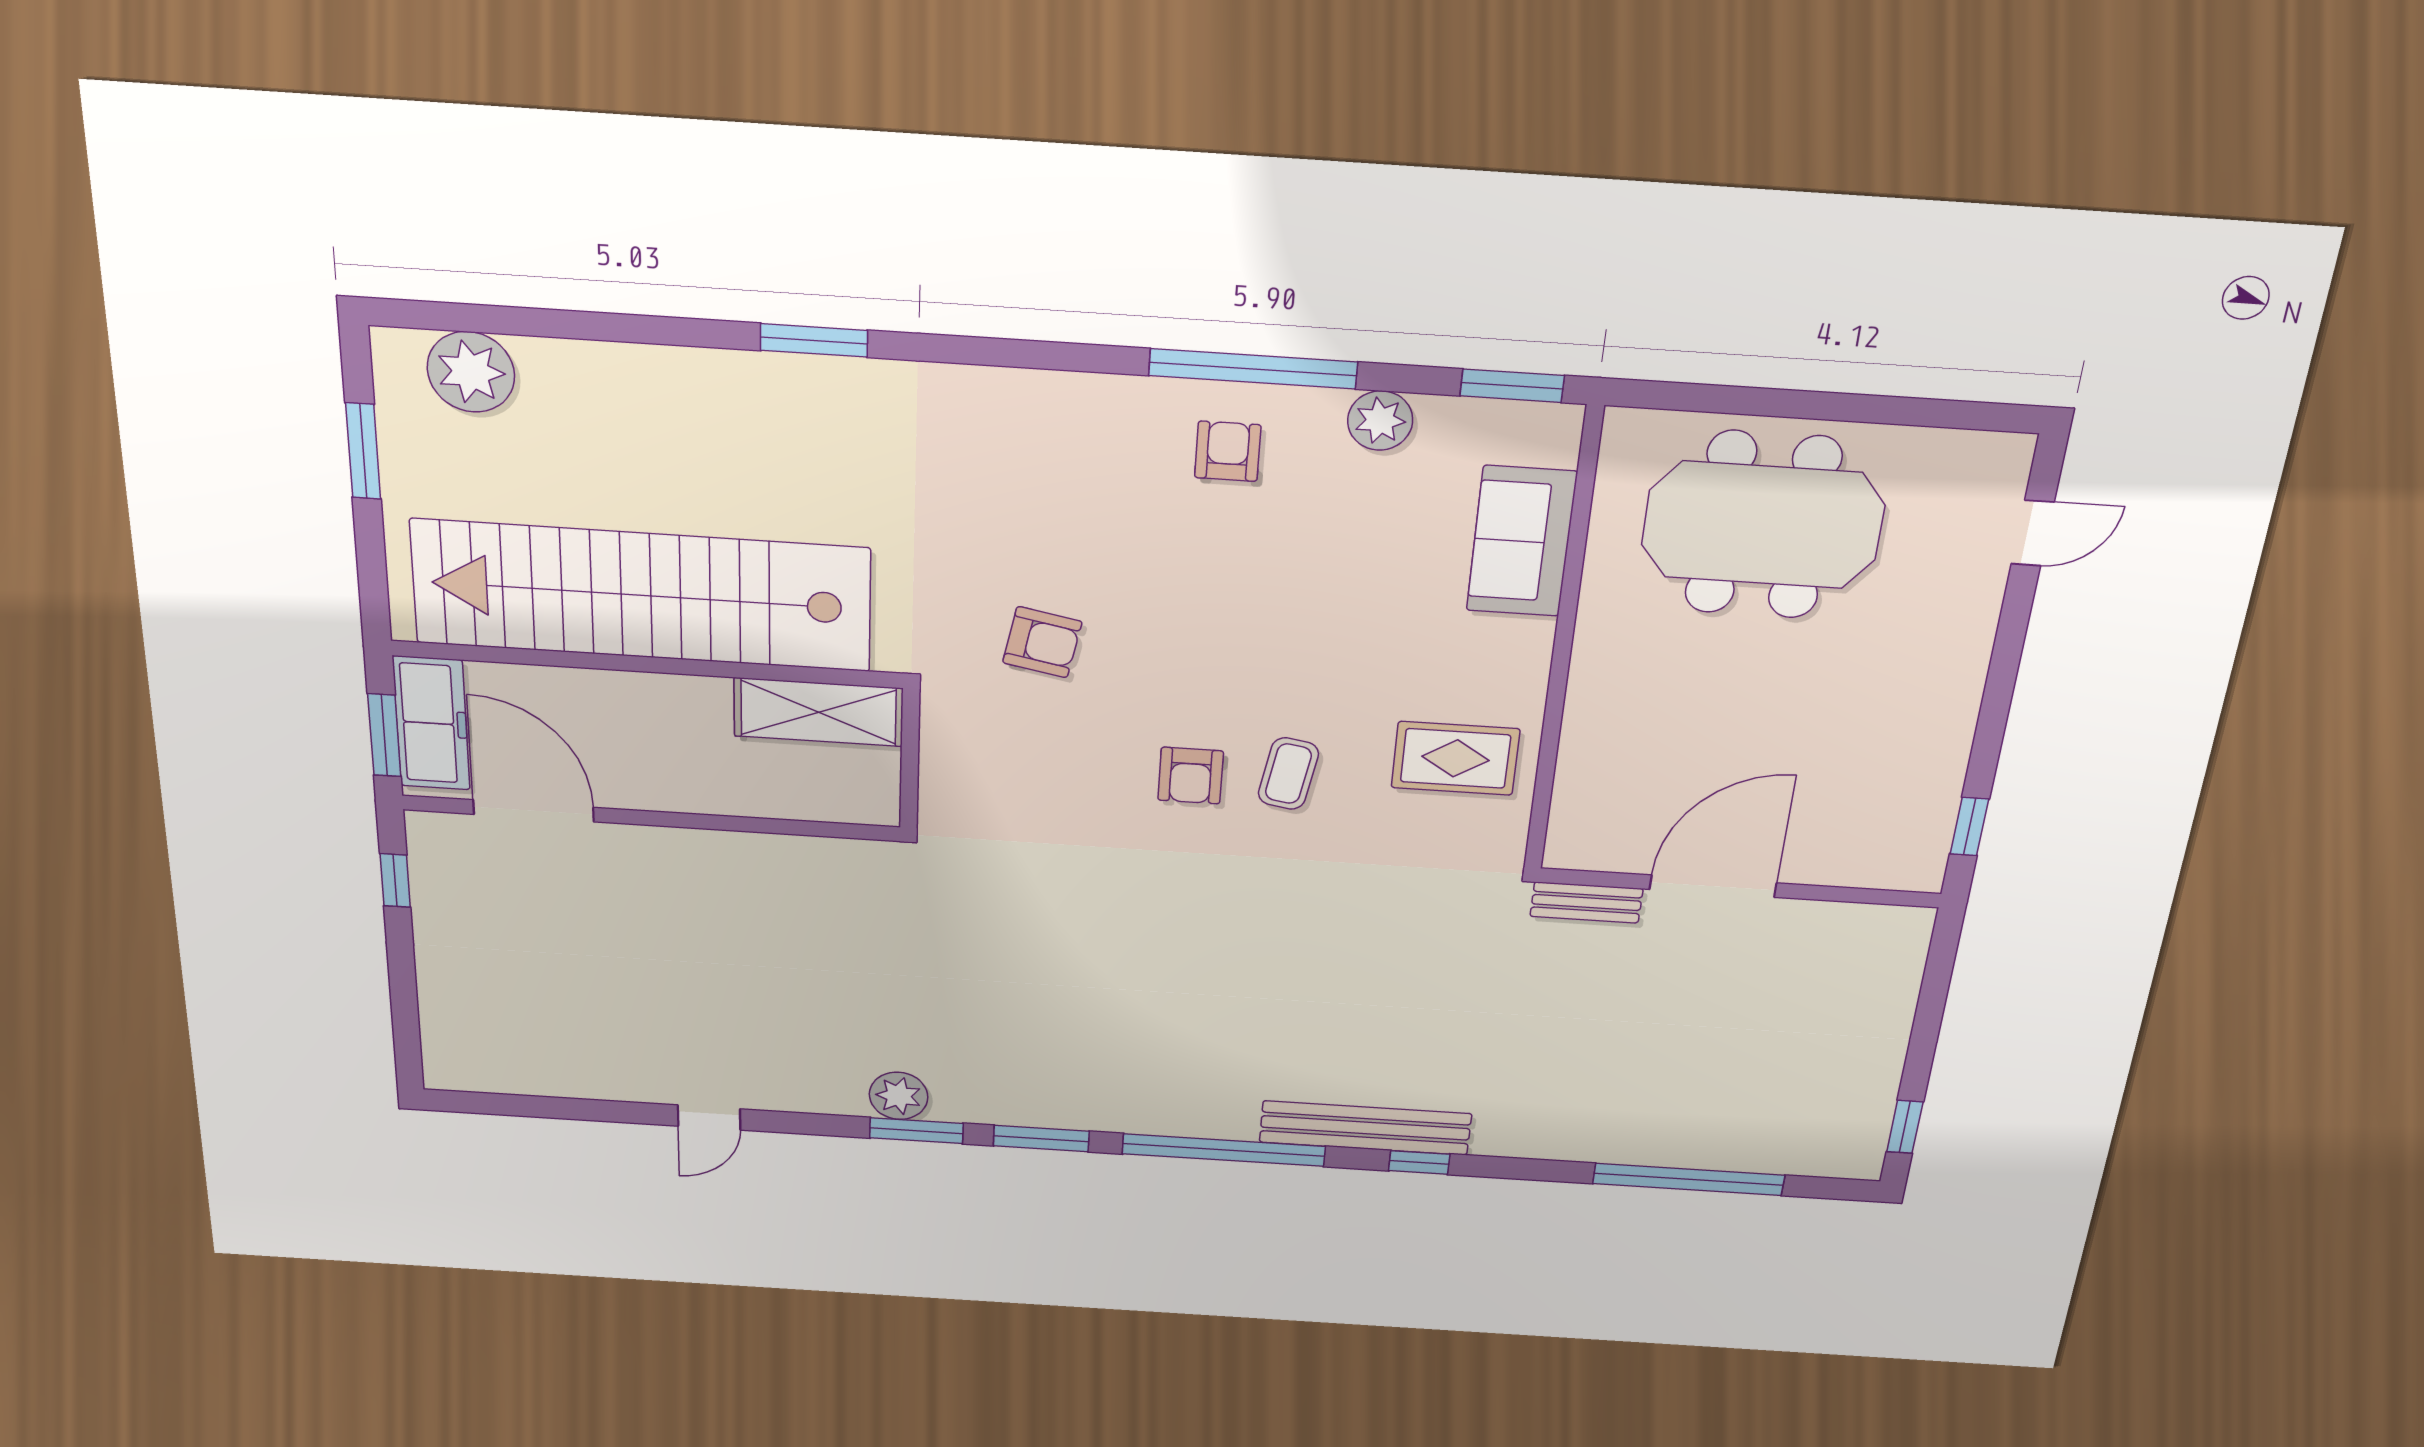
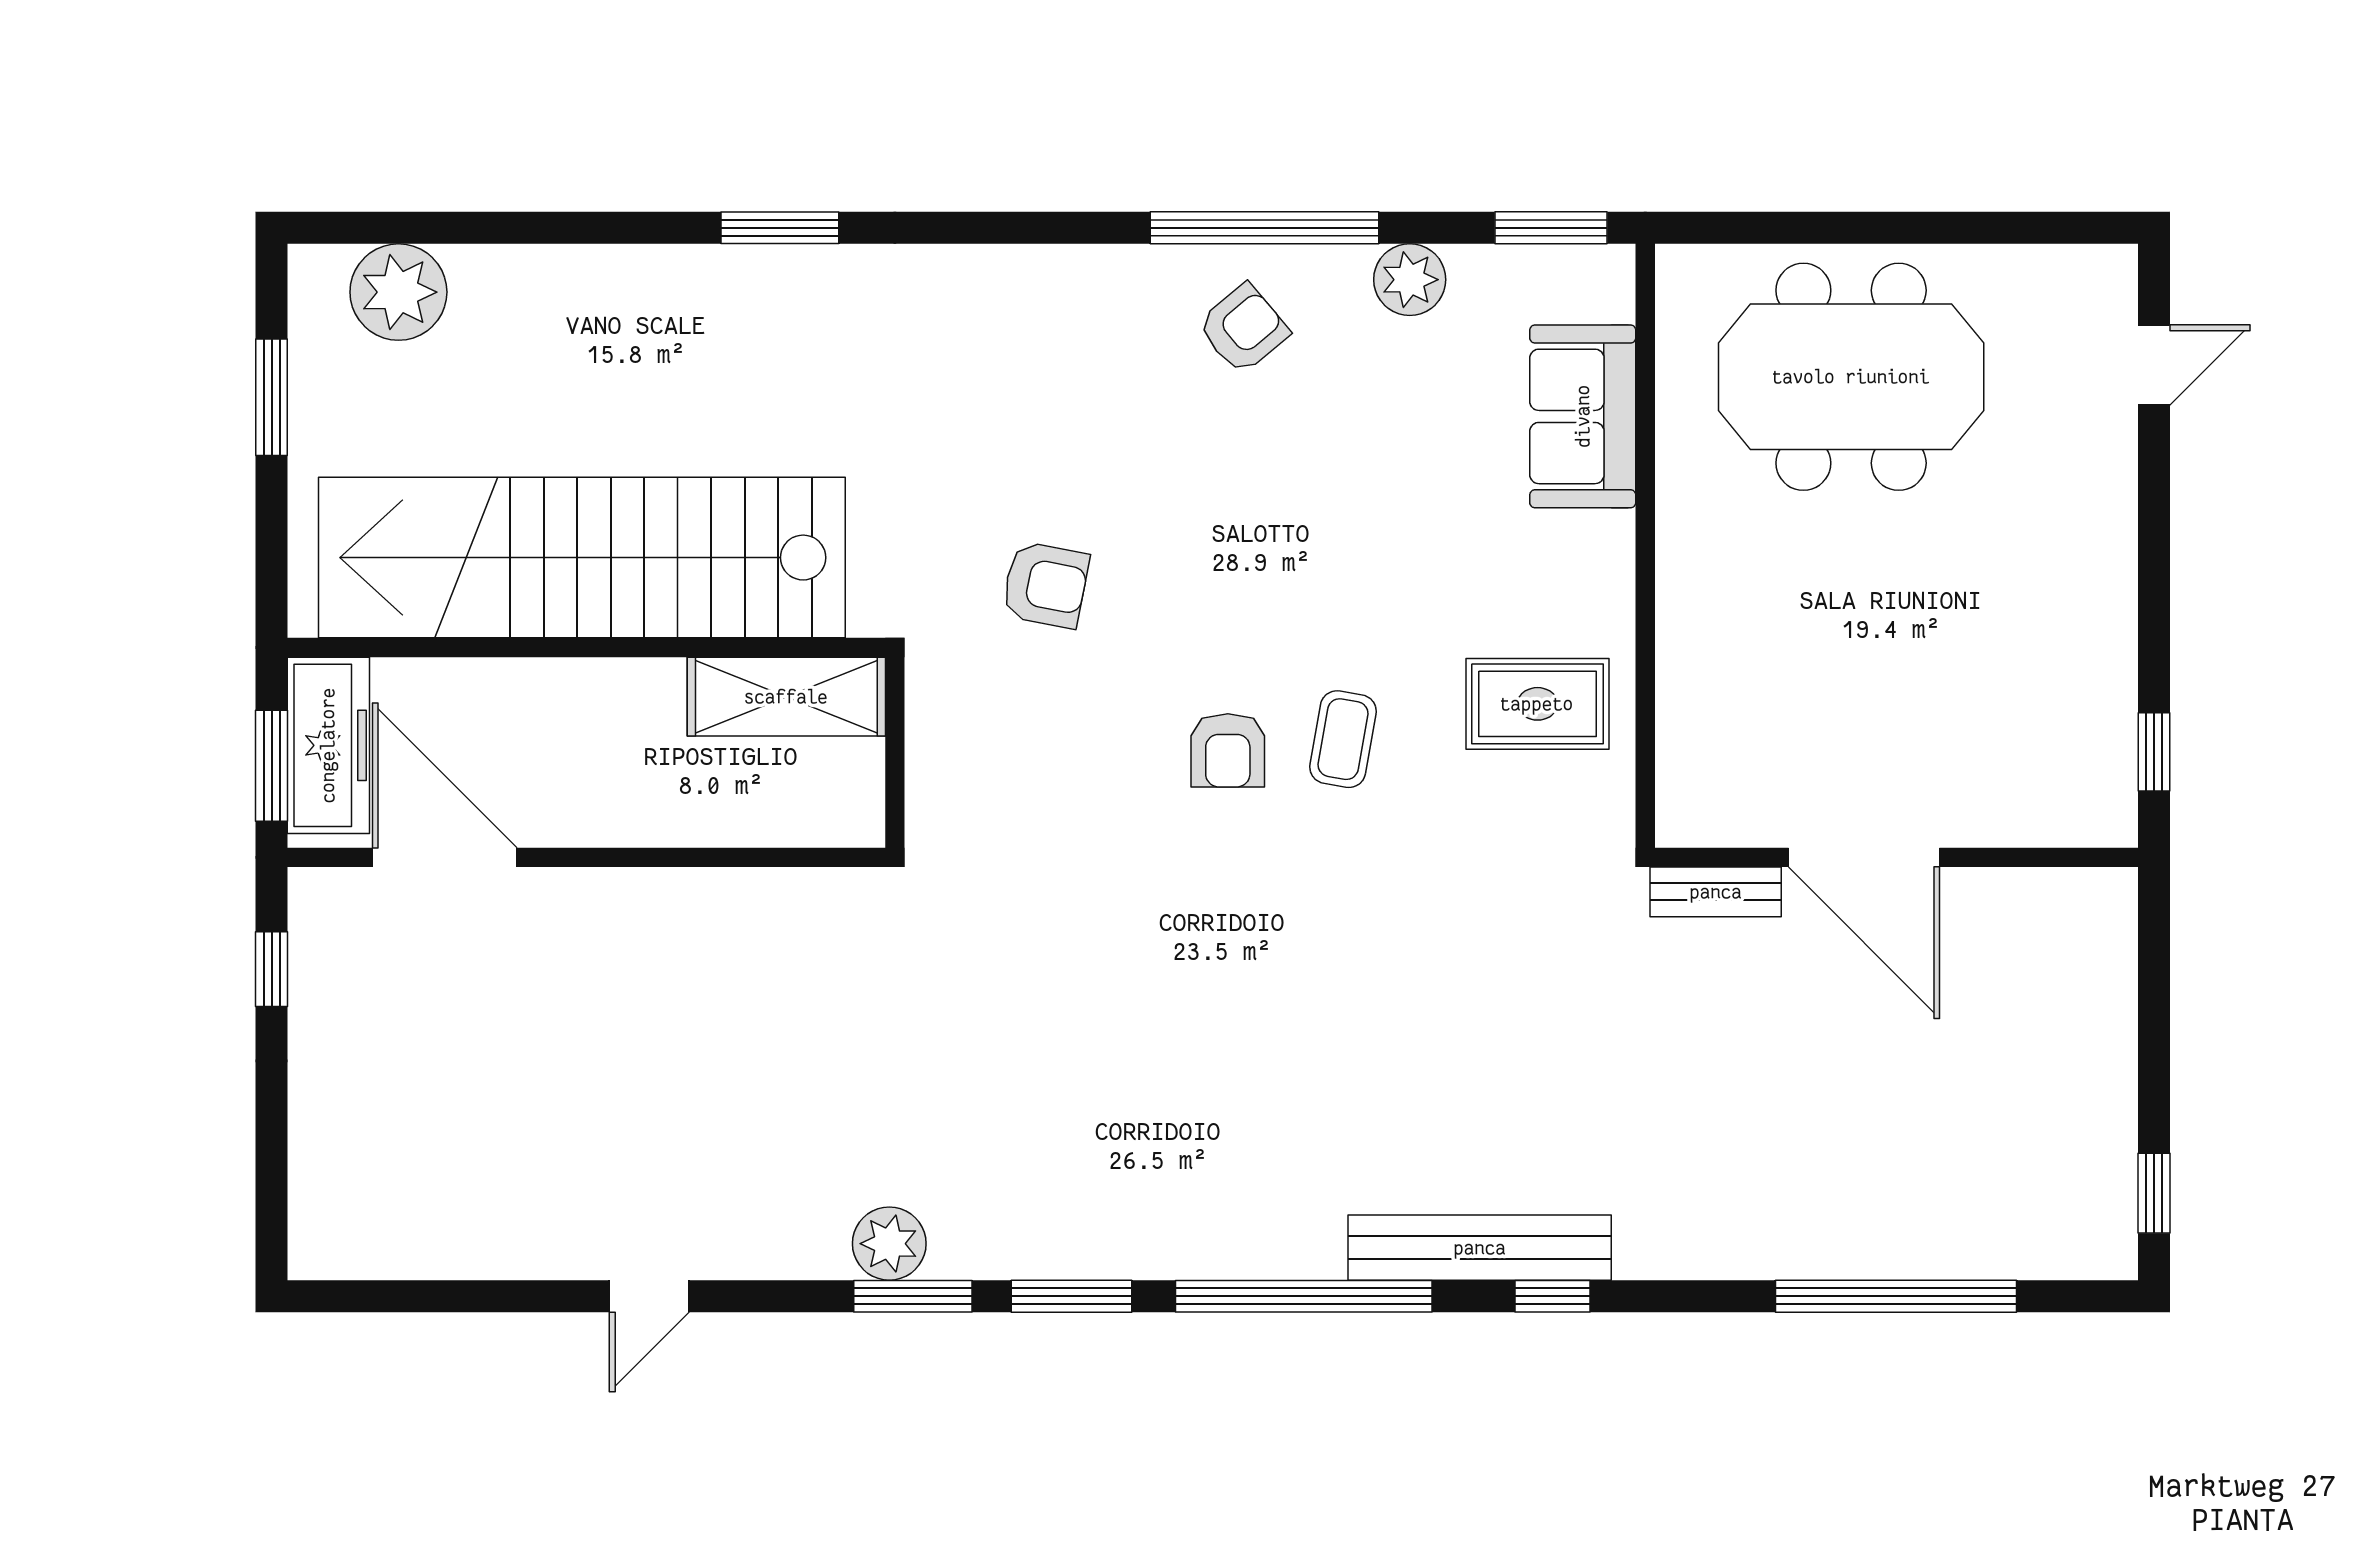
armchair: (1228, 451) -> (1243, 329), turned 50
door: (1713, 886) -> (1864, 857), swing flipped

